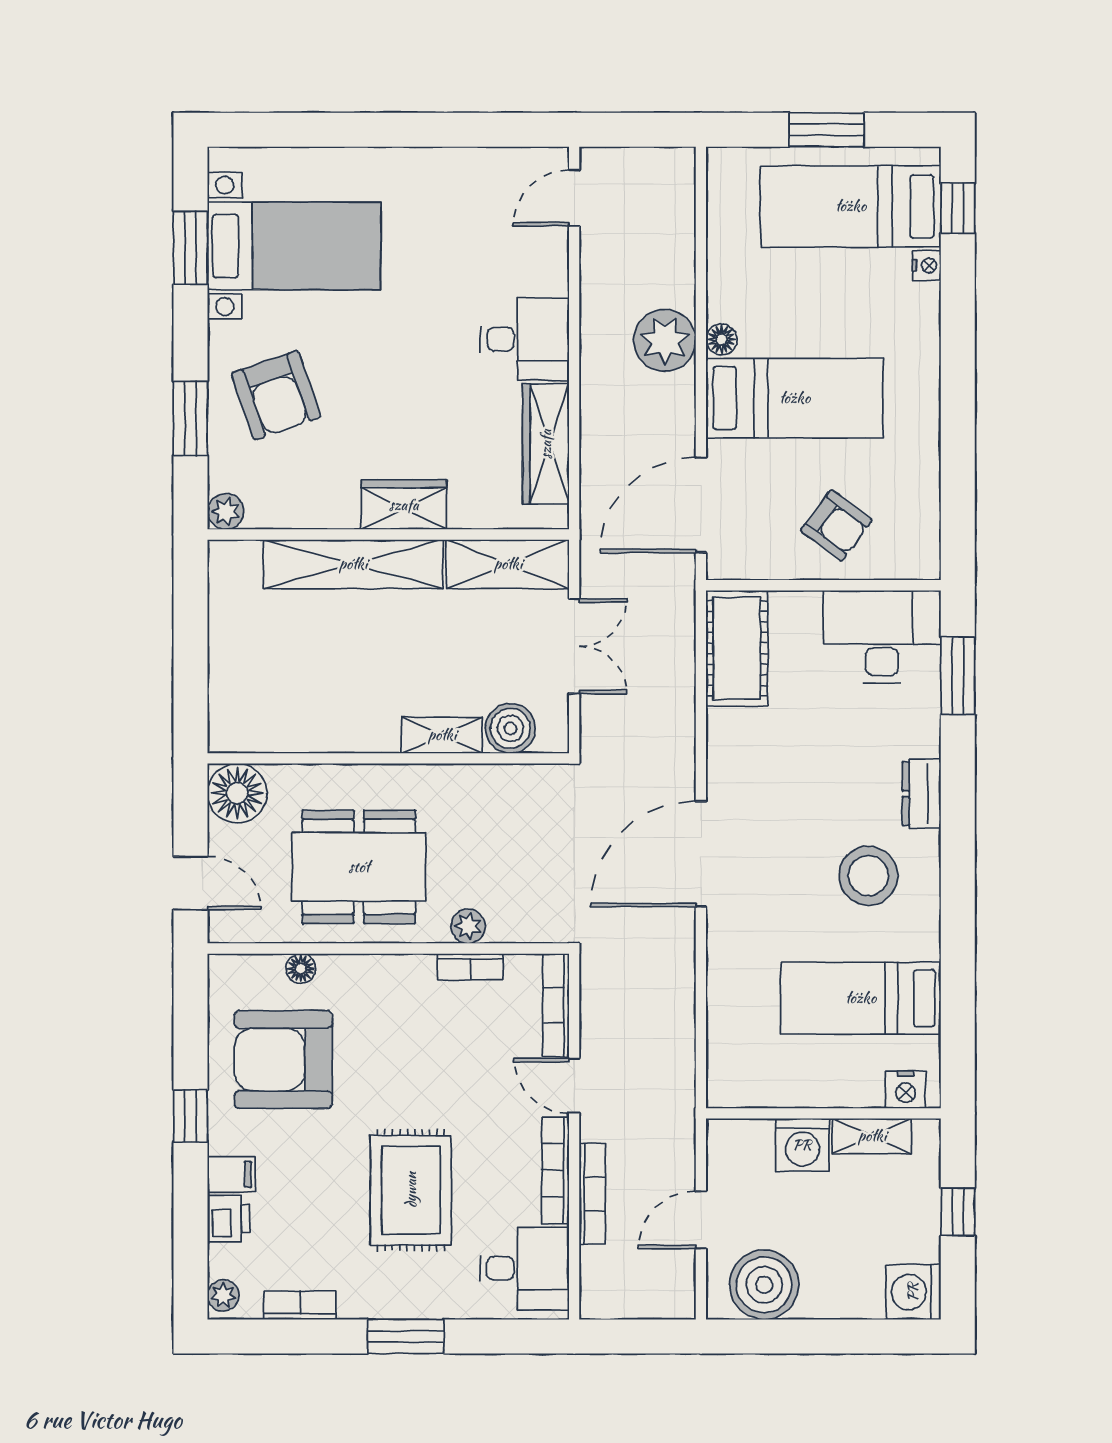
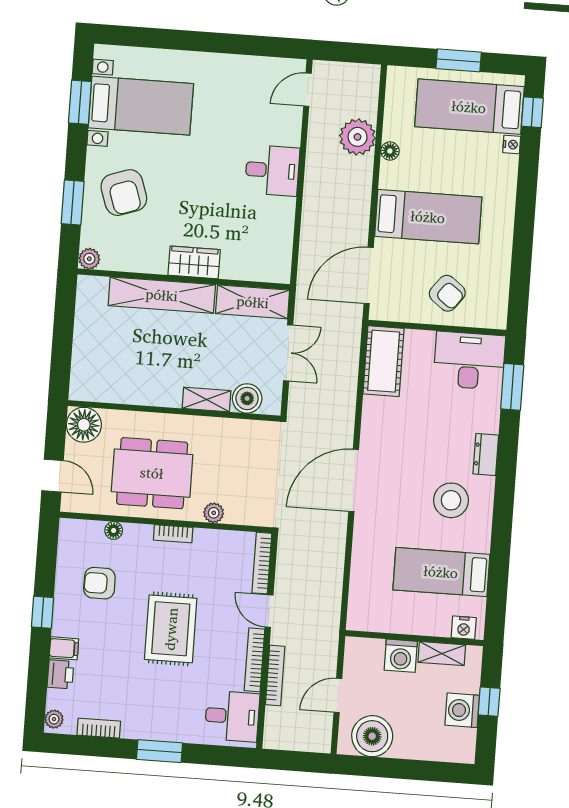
floor lamp: (721, 339) -> (390, 151), moved
plant: (665, 340) -> (358, 137), moved
wardrobe: (546, 444) -> (280, 233), removed
bookcase: (470, 967) -> (173, 534), moved
armchair: (283, 1059) -> (99, 583), width x0.53, depth x0.53
rug: (411, 1190) -> (171, 629), moved
washing machine: (913, 1292) -> (462, 710), moved

